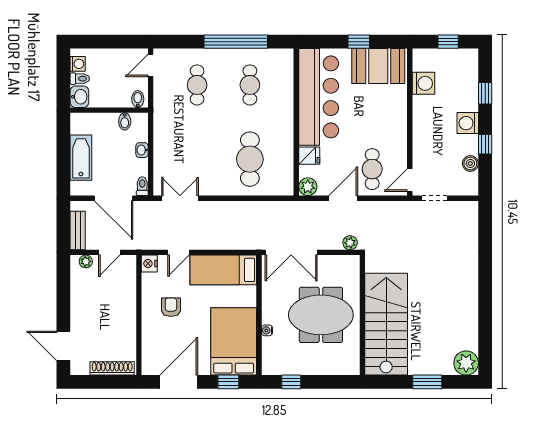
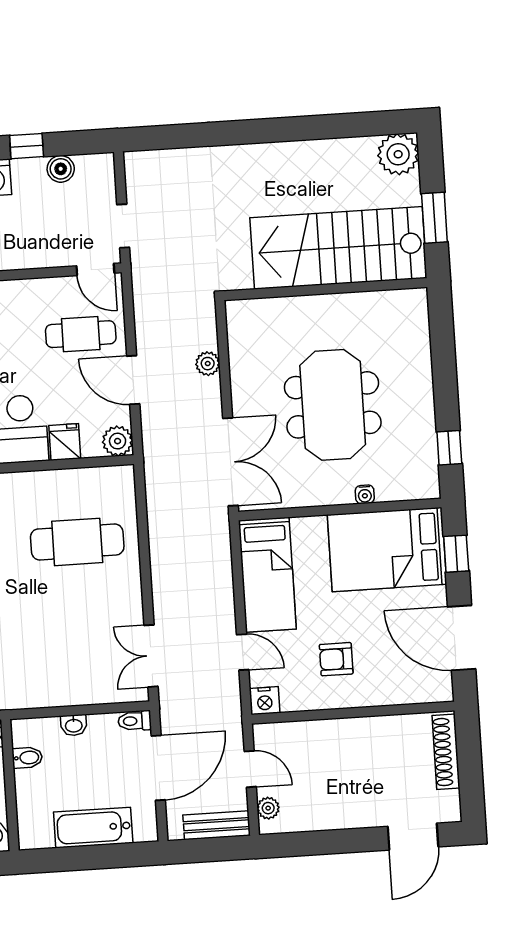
wall: (362, 315) -> (326, 289), moved
stairs: (386, 324) -> (338, 248), moved

